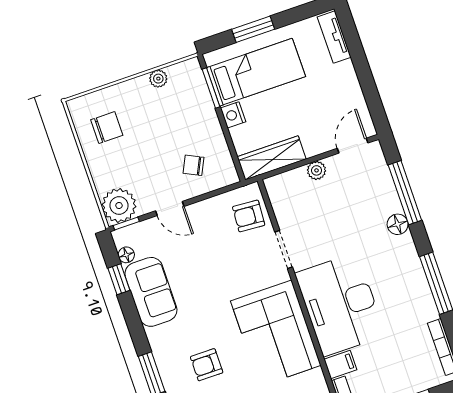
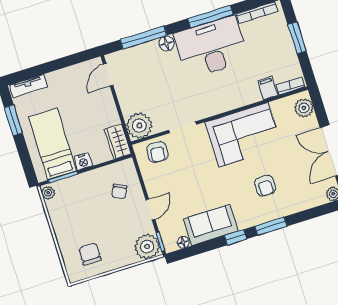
window: (253, 29) -> (13, 120), moved
plant: (158, 79) -> (48, 193), moved
door: (353, 146) -> (108, 75), hinge flipped
wardrobe: (272, 158) -> (118, 142), width x0.67
plant: (317, 170) -> (139, 126), moved, width x1.88, depth x1.88
window: (119, 279) -> (236, 237), moved
desk: (340, 304) -> (211, 47), moved, turned 180

